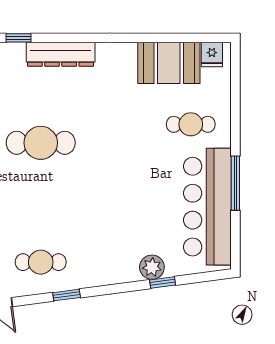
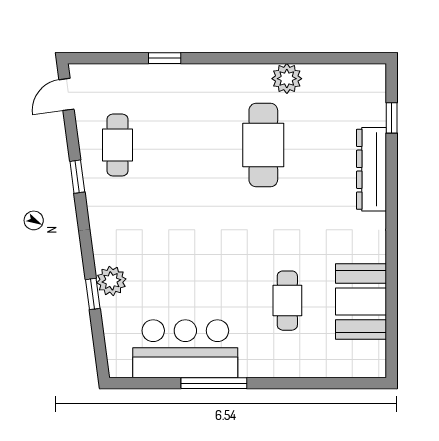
fridge: (212, 55) -> (371, 354), removed
cafe table: (191, 124) -> (287, 301), moved
bar counter: (207, 207) -> (185, 349), width x0.73

